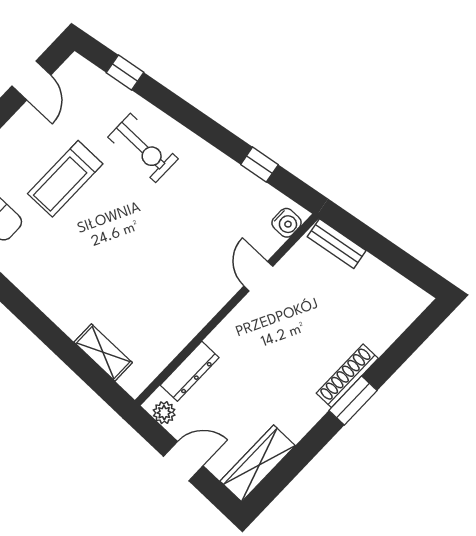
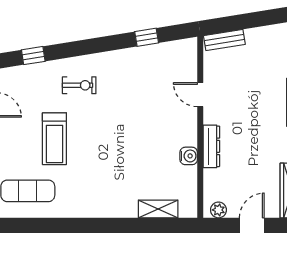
exercise bike: (143, 148) -> (79, 85), width x0.73, depth x0.72
water cooler: (287, 223) -> (189, 156), moved
dresser: (190, 371) -> (211, 146), moved

